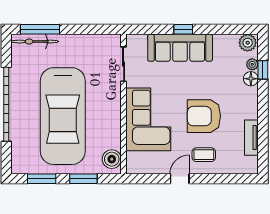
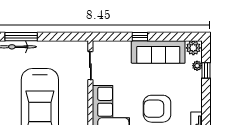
sofa: (180, 48) -> (158, 52), moved
floor lamp: (251, 79) -> (196, 78), removed

